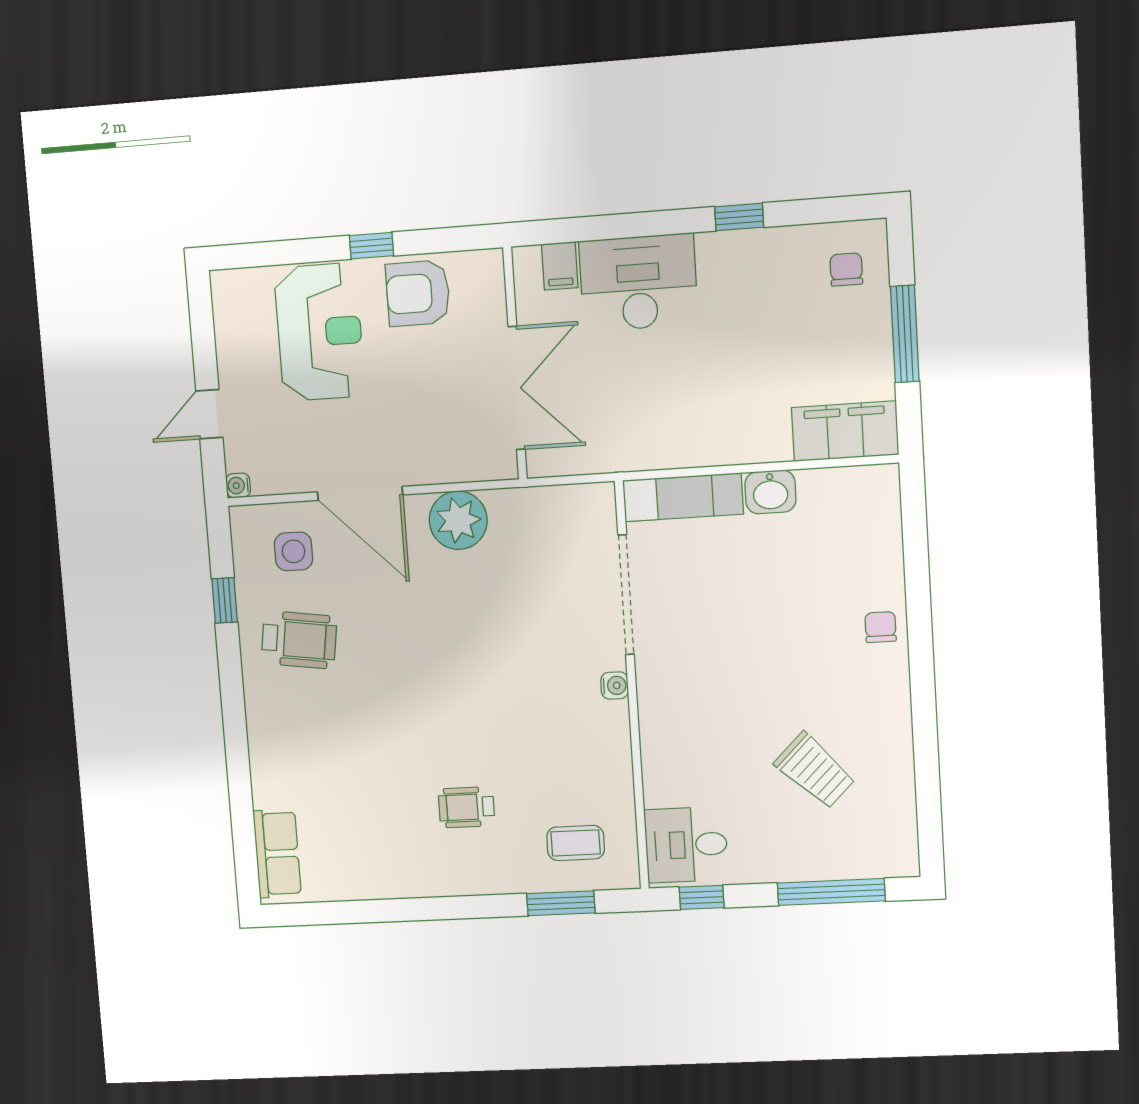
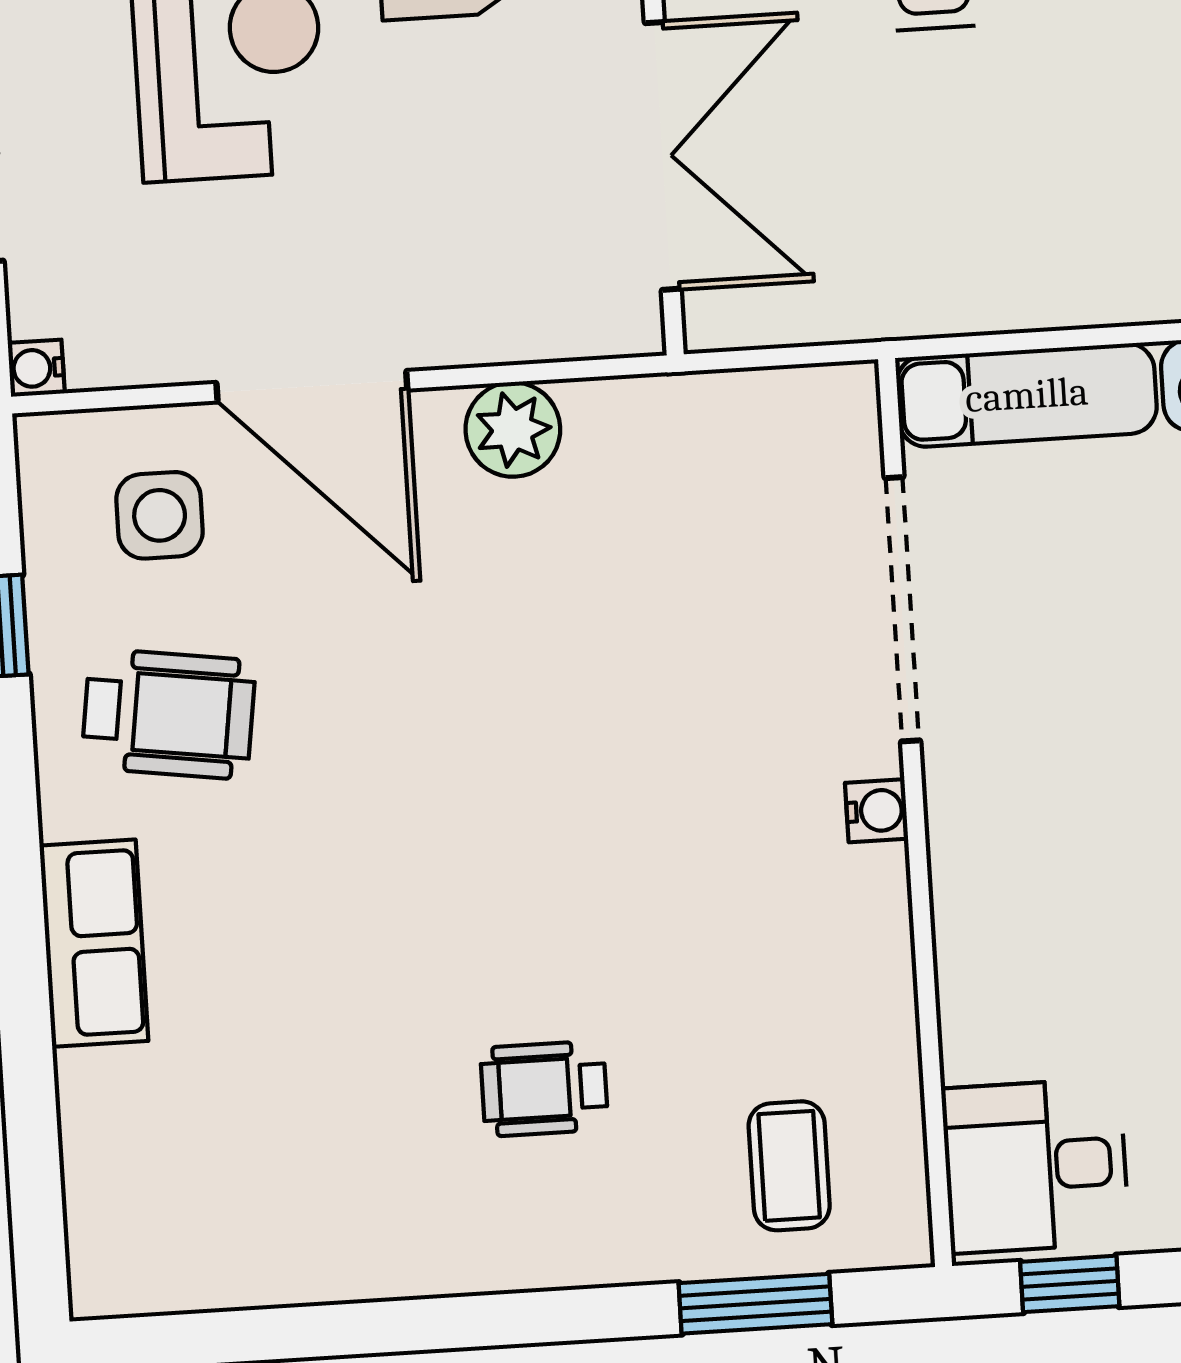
plant: (458, 520) -> (513, 429), width x0.73, depth x0.73
coffee table: (576, 843) -> (789, 1166), turned 90
row of seats: (277, 854) -> (94, 943), moved

